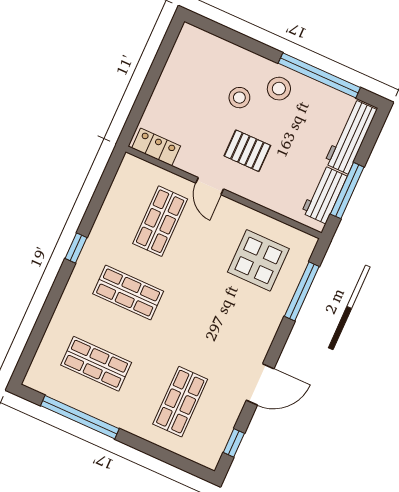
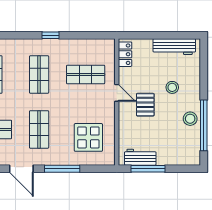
stool: (279, 89) -> (190, 119), moved
workbench: (351, 137) -> (174, 47), moved, turned 180
door: (210, 186) -> (117, 93), swing flipped
window: (302, 291) -> (62, 169), moved
shop shelf: (212, 330) -> (39, 129), added

